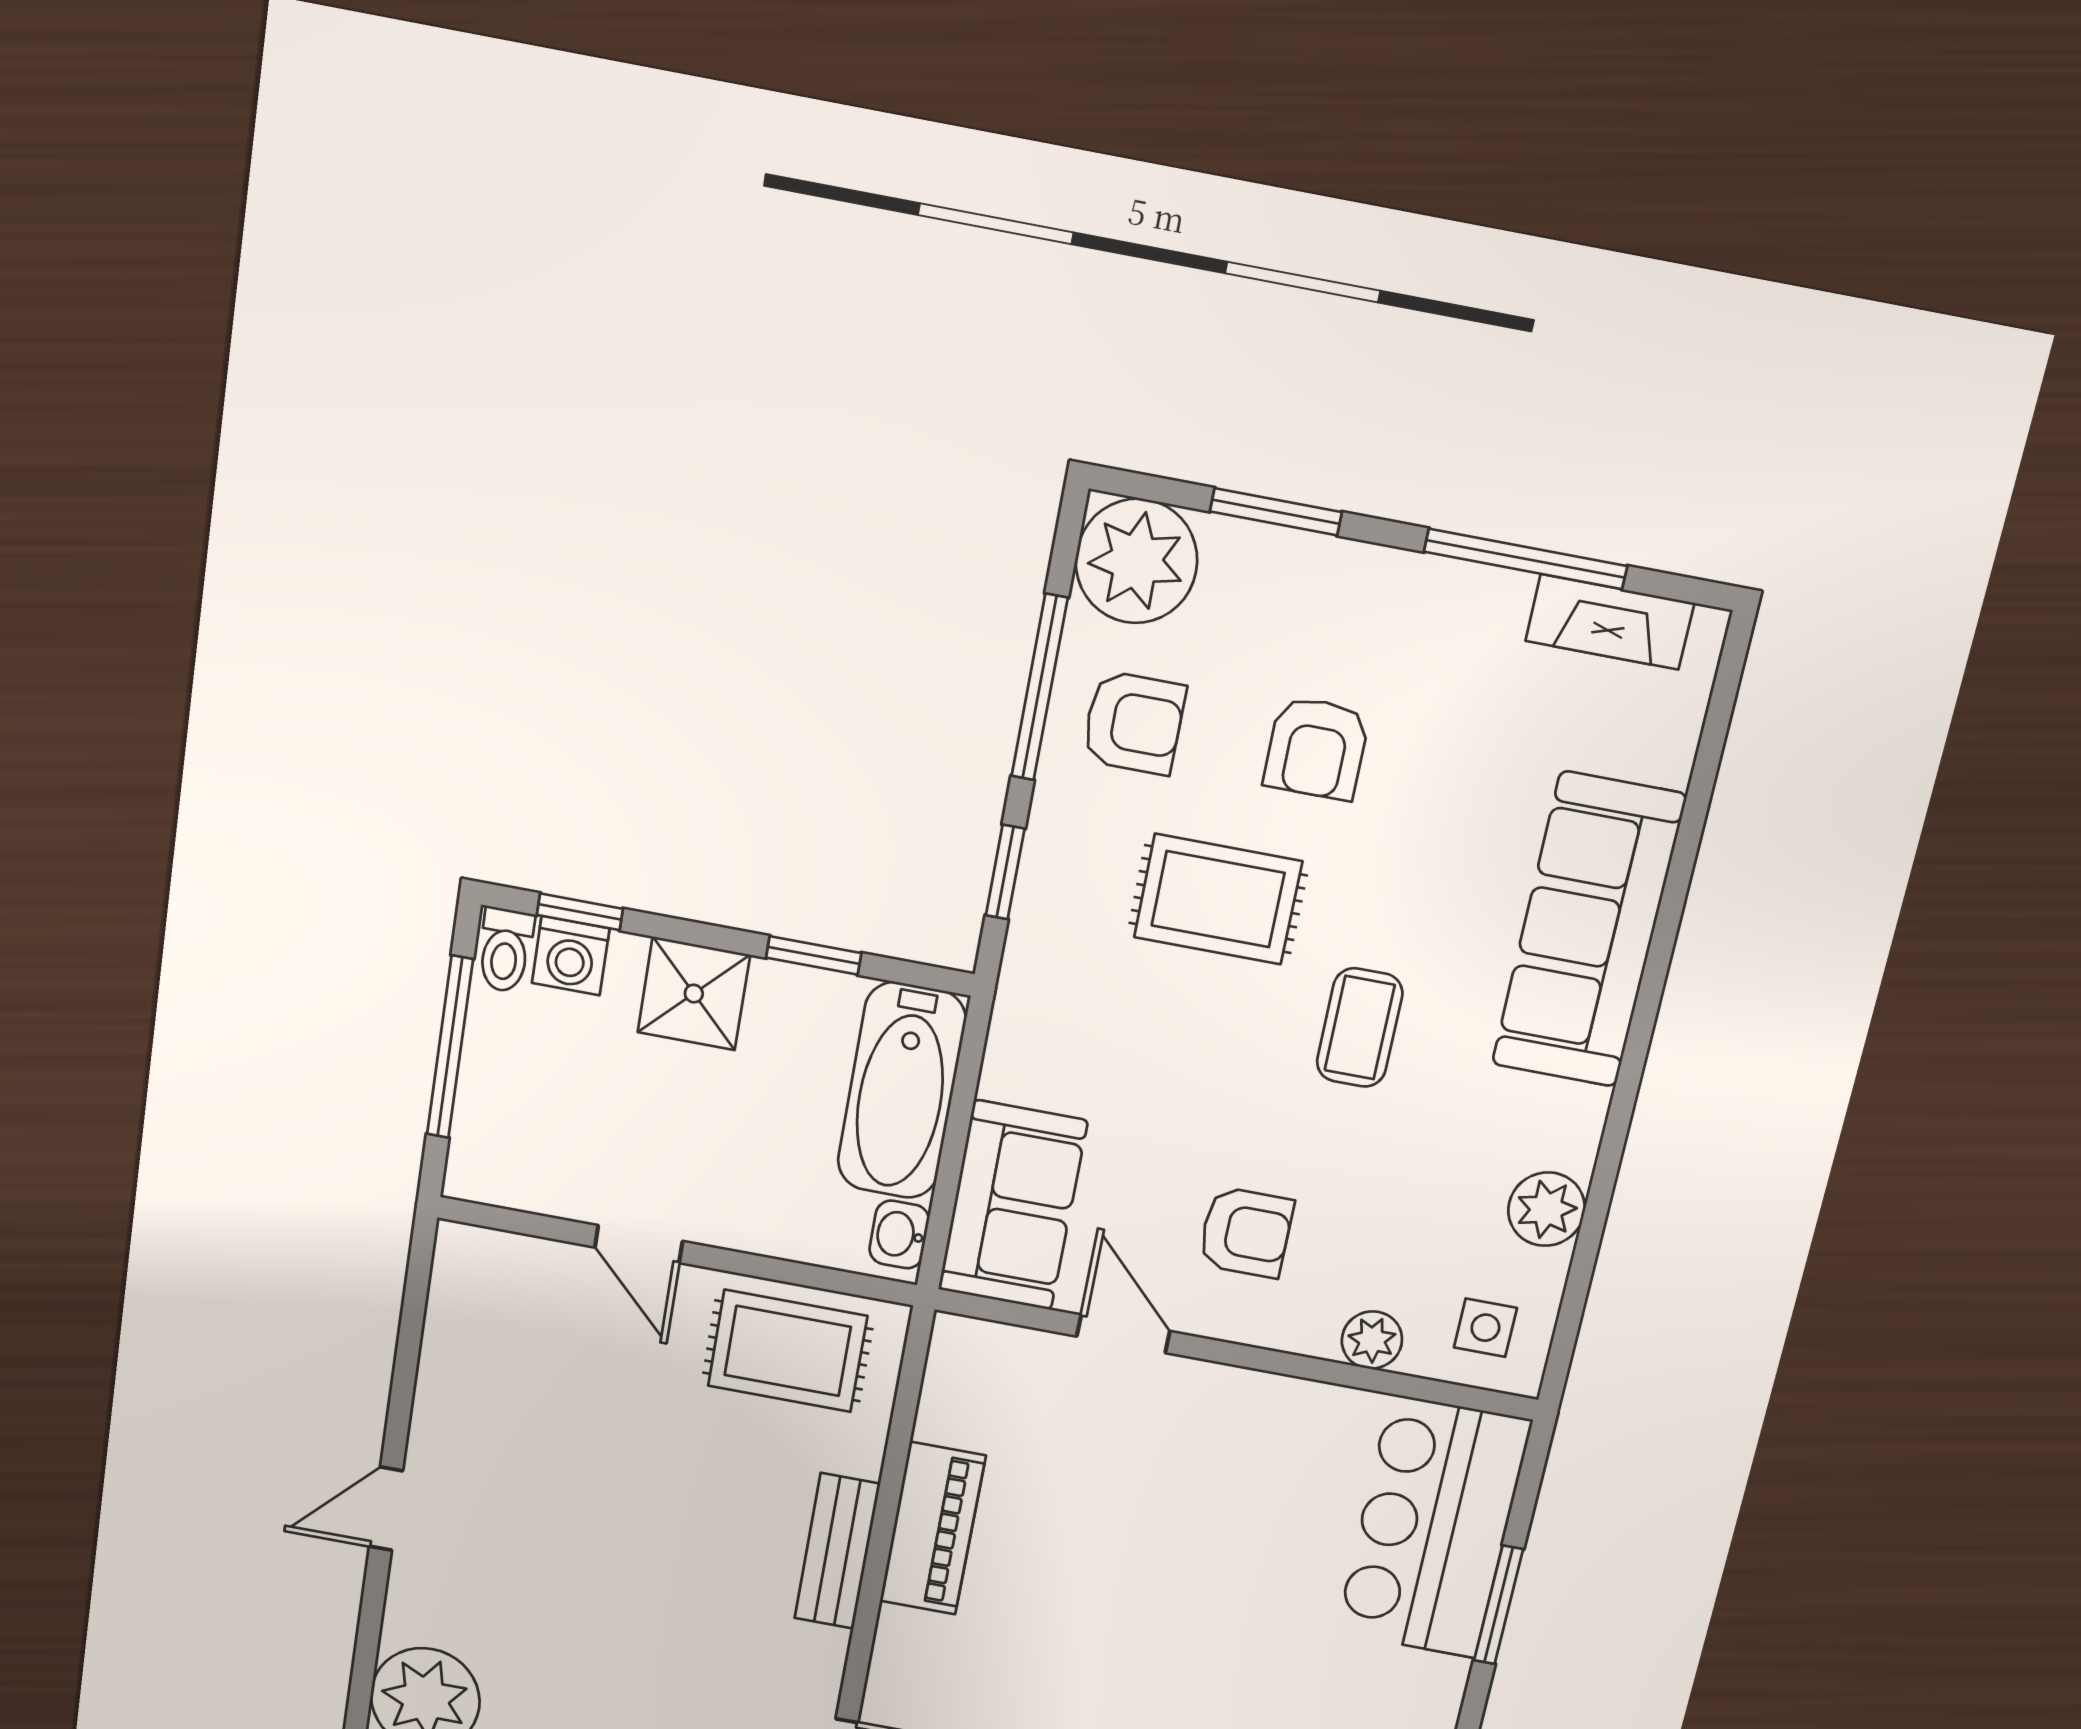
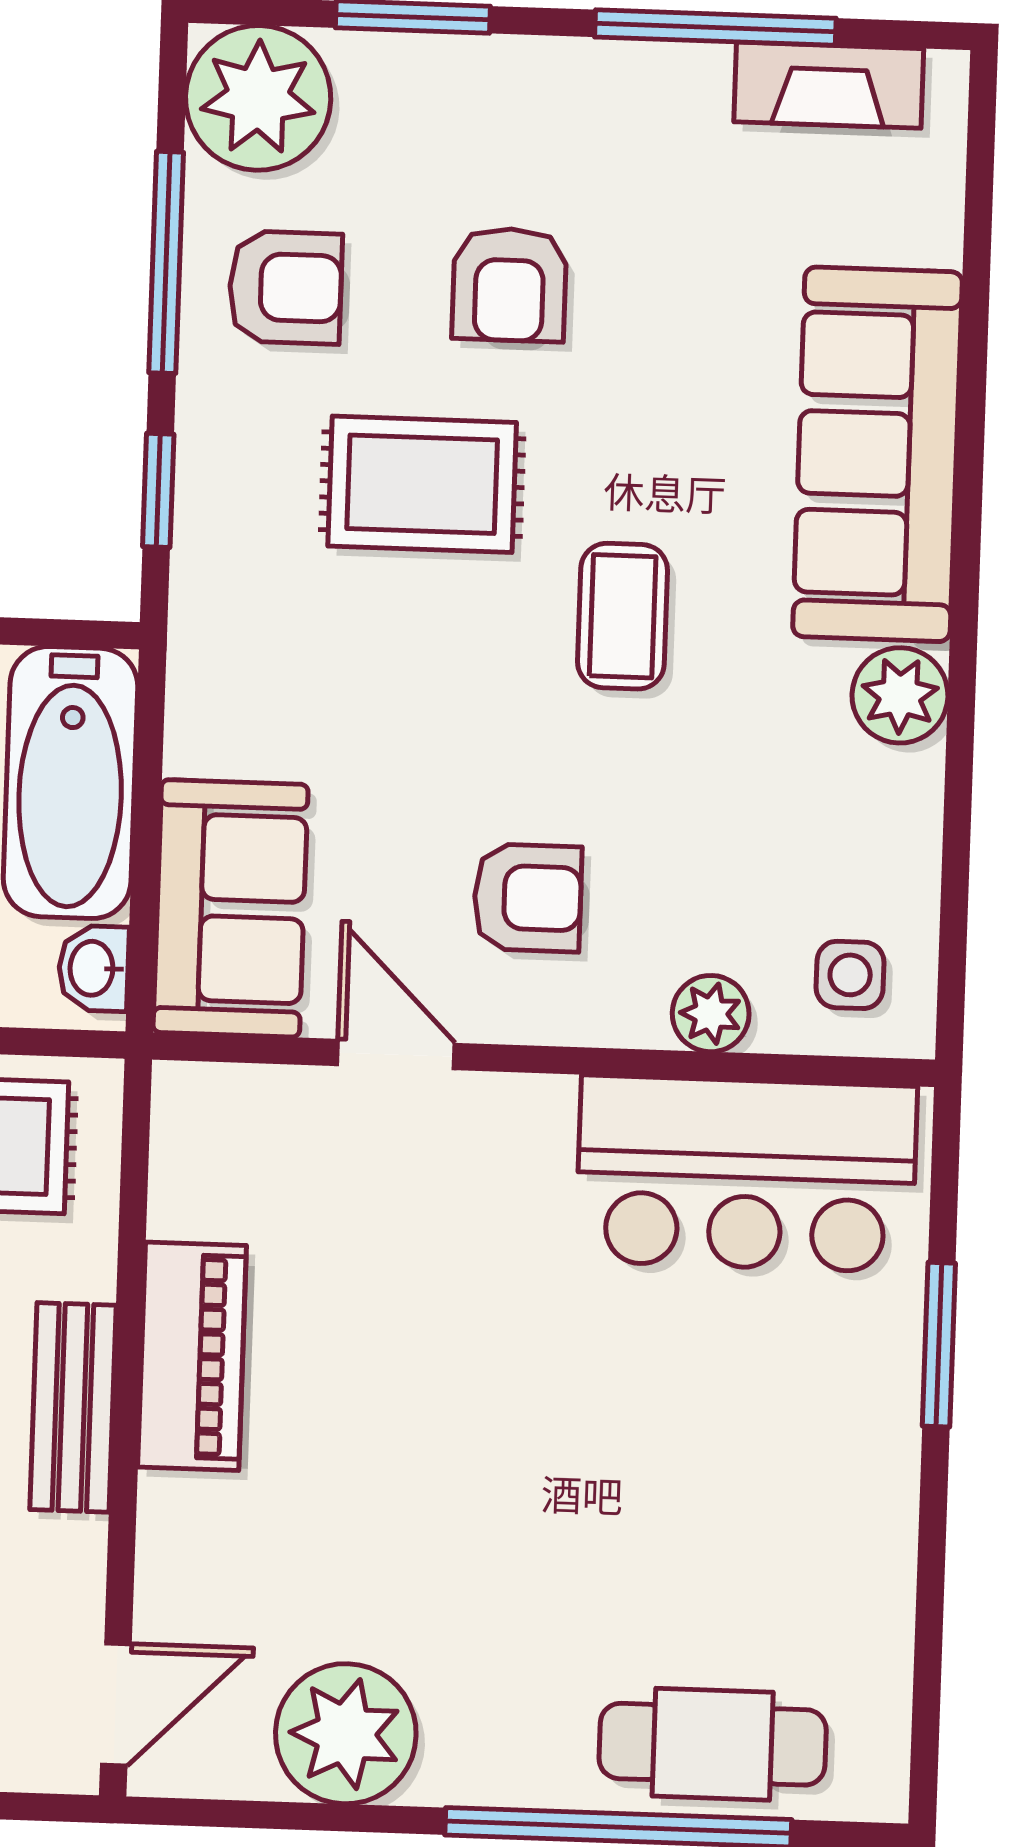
plant: (1546, 1209) -> (900, 695), moved
bar counter: (1433, 1527) -> (746, 1174), moved, turned -90

